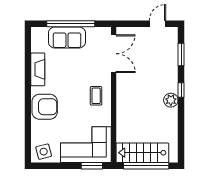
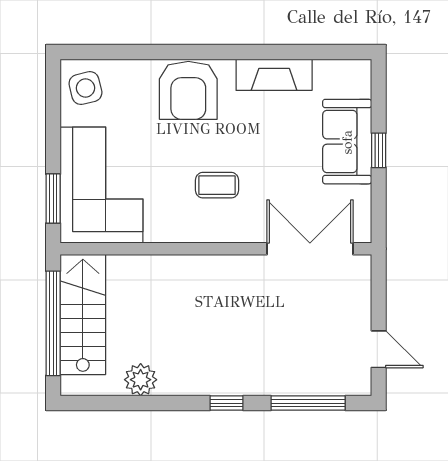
window: (71, 24) -> (379, 150), width x0.32
double door: (114, 54) -> (310, 249), swing flipped
window: (181, 54) -> (308, 403), width x1.44
coffee table: (96, 96) -> (217, 185), moved
plant: (171, 100) -> (141, 380), moved

